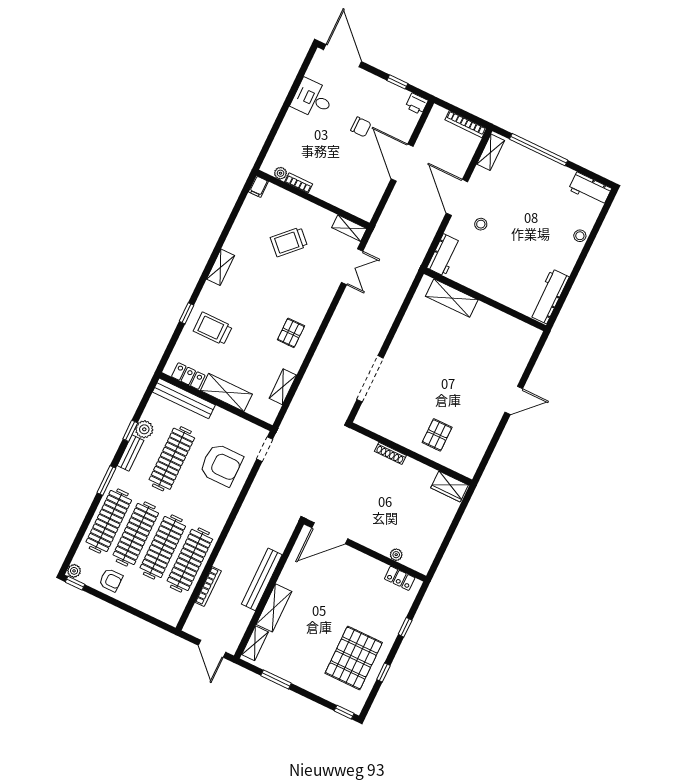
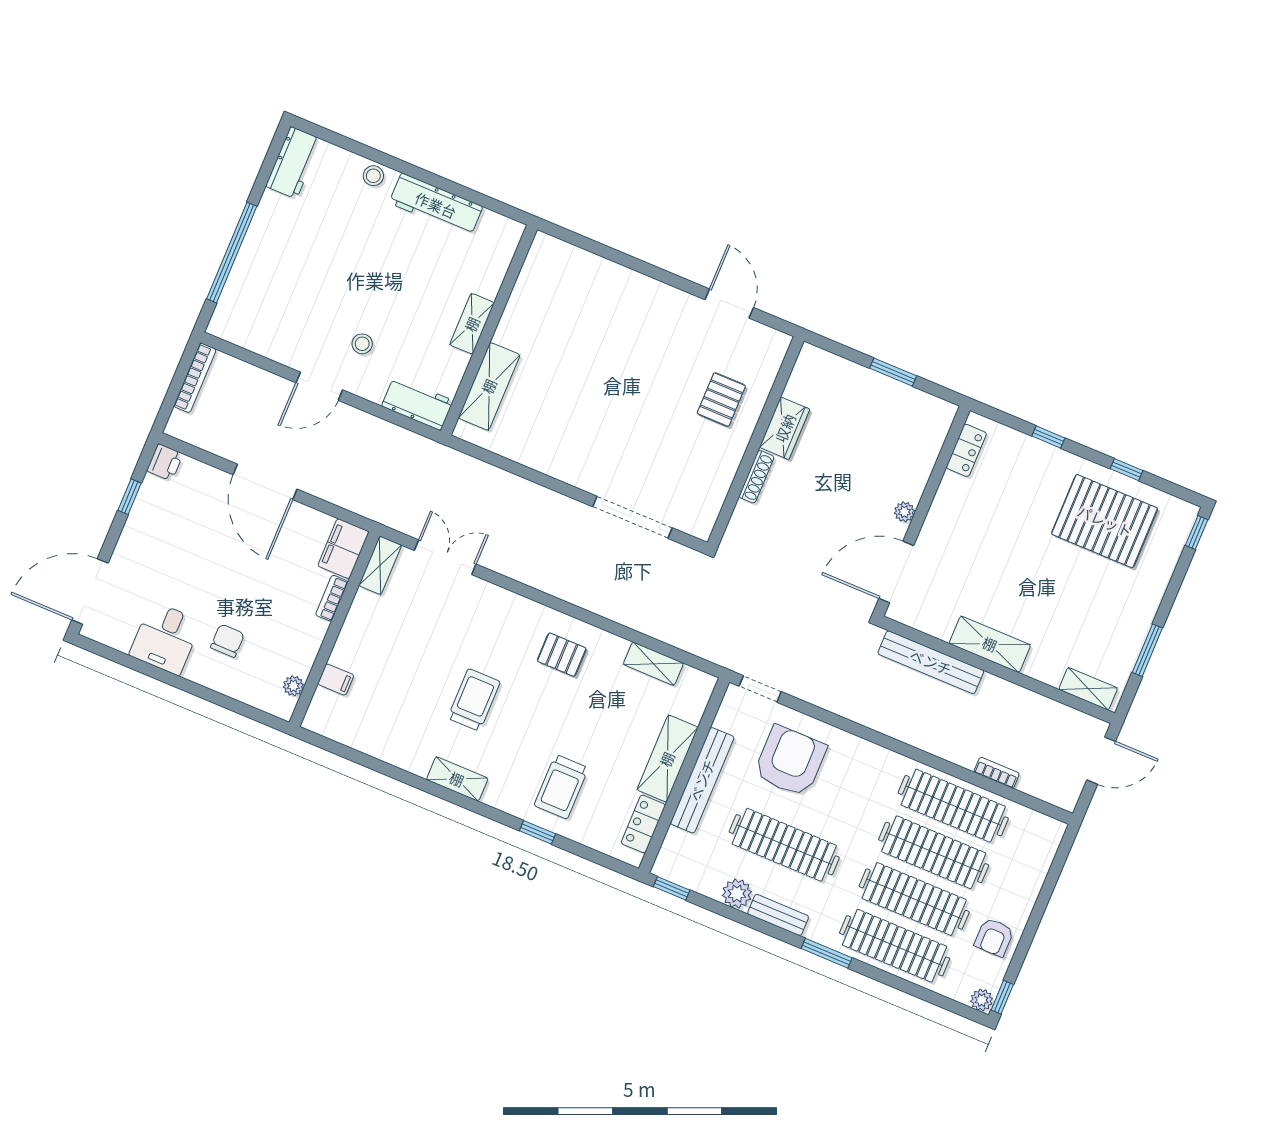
chair: (361, 127) -> (227, 641), moved
shelving: (491, 152) -> (472, 324), moved, turned 90
door: (402, 163) -> (265, 482), hinge flipped
bookcase: (299, 183) -> (332, 598), moved
filing cabinet: (258, 187) -> (336, 680), moved
door: (457, 197) -> (319, 386), width x0.73
filing cabinet: (360, 207) -> (343, 549), added
trolley: (289, 242) -> (474, 700), moved, turned -135
workbench: (549, 296) -> (436, 205), moved
bench: (184, 398) -> (702, 780), moved
door: (514, 400) -> (729, 304), moved
window: (130, 431) -> (672, 888), moved
pallet: (437, 435) -> (721, 400), turned 90
wardrobe: (450, 486) -> (785, 428), moved
door: (330, 533) -> (896, 572), swing flipped
window: (448, 537) -> (893, 372), added
plant: (396, 555) -> (904, 512), moved
bench: (262, 579) -> (931, 662), moved
armchair: (111, 580) -> (994, 937), turned 180
bookcase: (208, 587) -> (997, 773), width x0.64
shelving: (274, 608) -> (990, 644), moved

